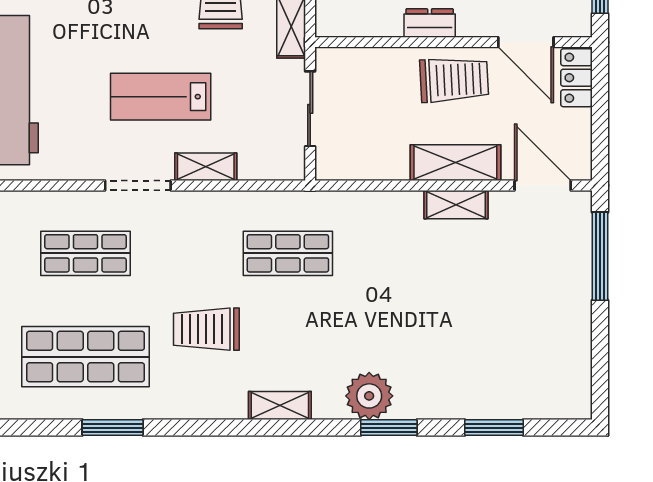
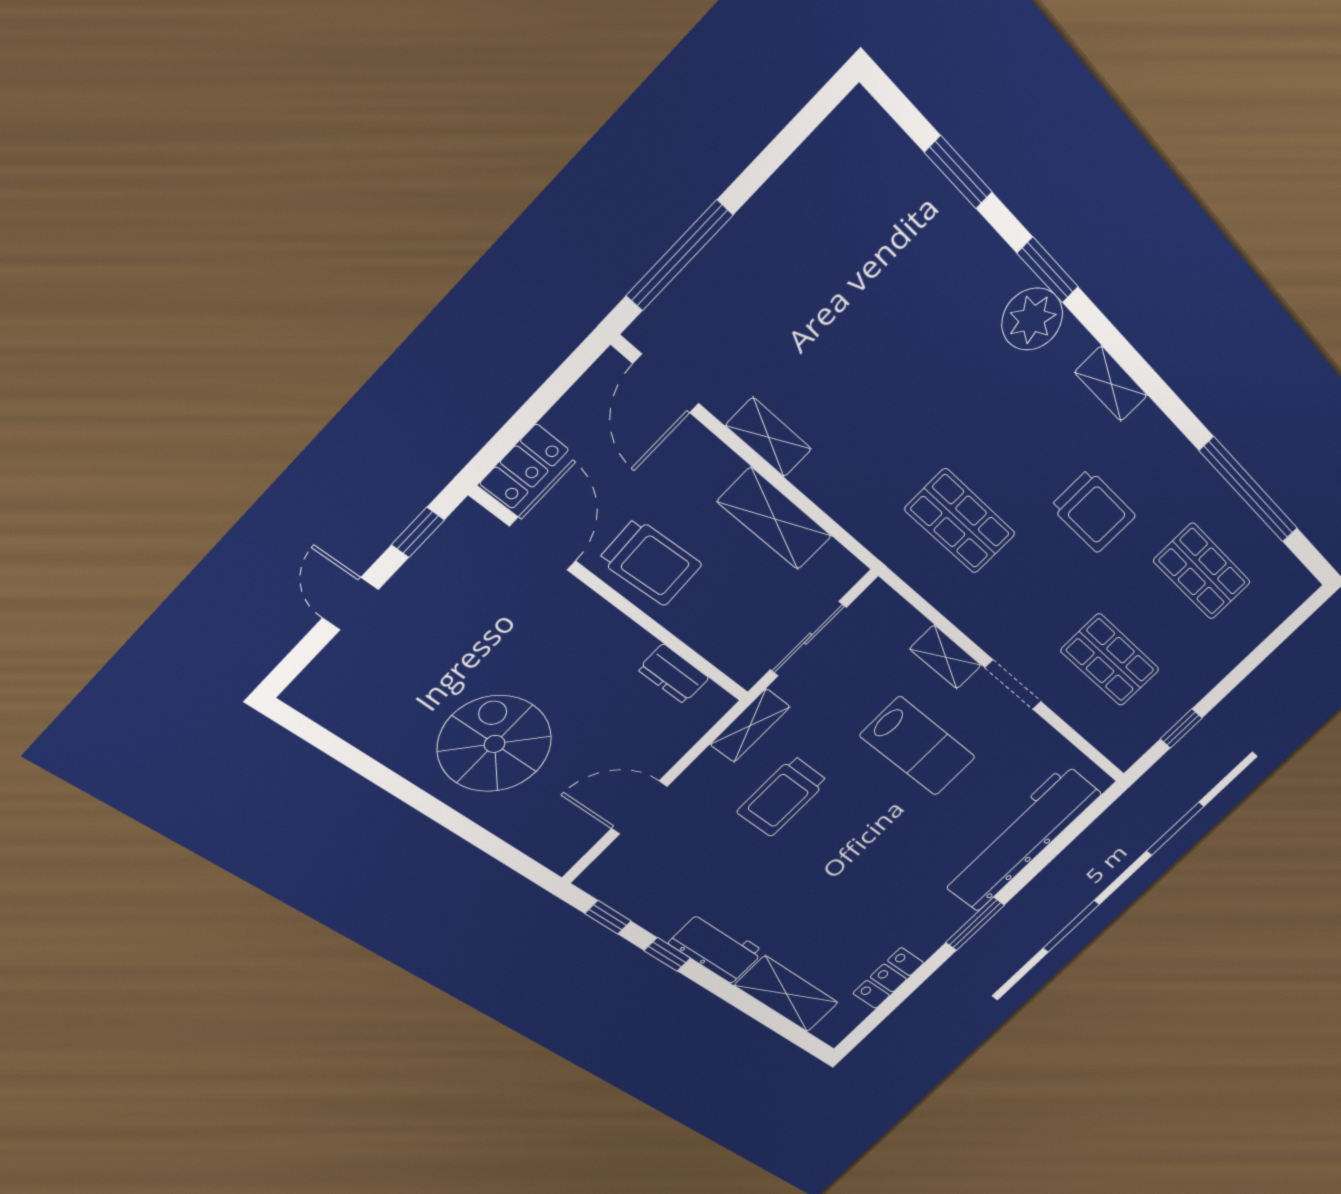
dresser: (430, 23) -> (673, 674), moved
trolley: (454, 80) -> (650, 562), turned 180
shelving: (455, 163) -> (775, 519), moved
shop shelf: (85, 357) -> (1202, 571), width x0.70, depth x0.74
window: (113, 428) -> (1249, 490), width x2.11

